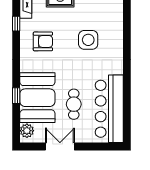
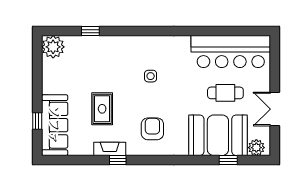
window: (16, 24) -> (118, 160), moved
side table: (88, 40) -> (151, 76), width x0.54, depth x0.54
window: (16, 96) -> (228, 160), moved

